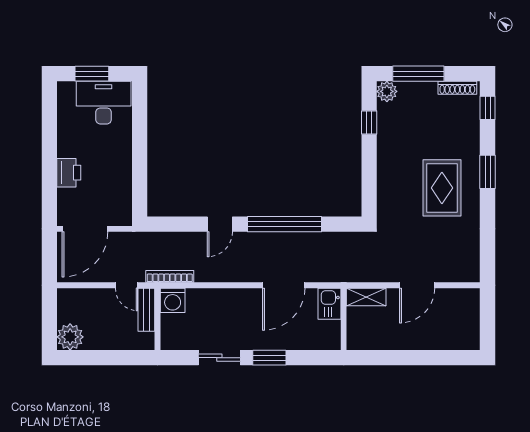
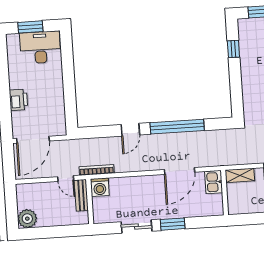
plant: (387, 91) -> (245, 26), removed

